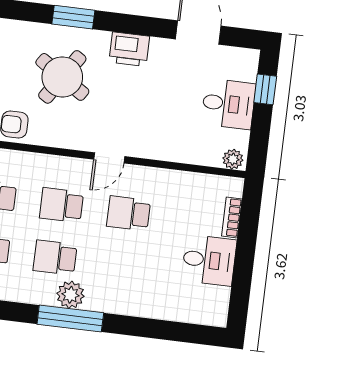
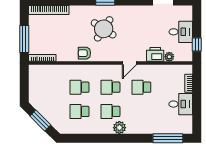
printer: (129, 49) -> (155, 54), moved, turned 180
window: (265, 89) -> (197, 44), moved
plant: (233, 159) -> (169, 57), moved
window: (70, 318) -> (168, 138), moved

